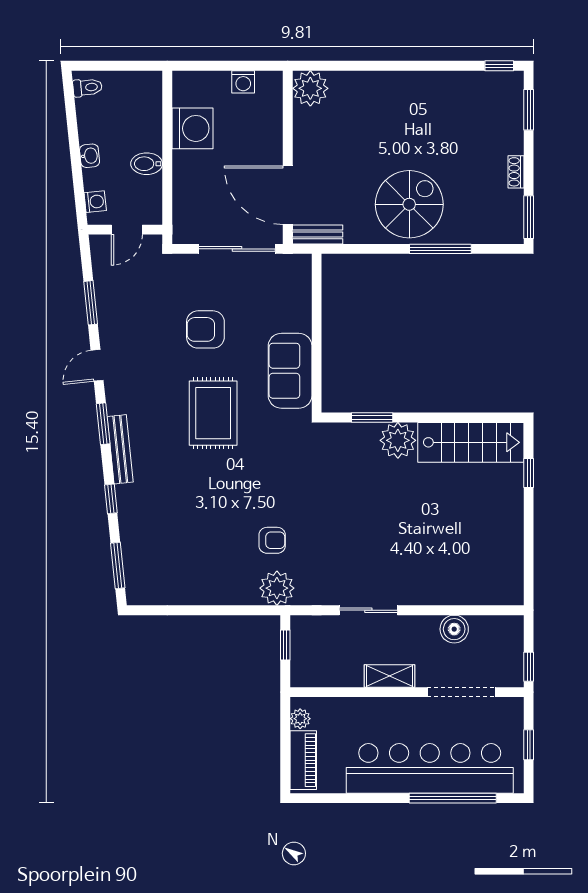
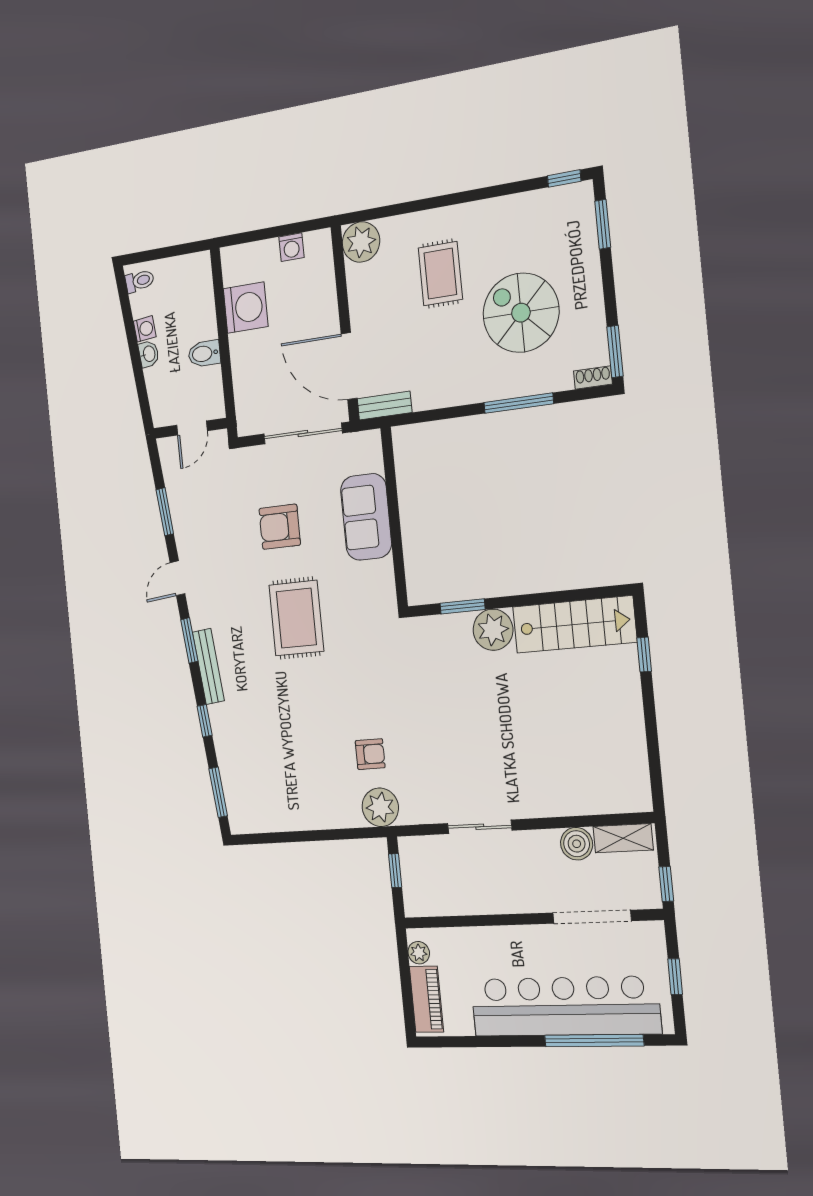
rug: (381, 128) -> (440, 274), added
shoe rack: (516, 172) -> (593, 377), moved, turned 90
washing machine: (95, 202) -> (145, 329), moved
spiral stairs: (409, 204) -> (521, 313), moved, turned -90
sofa: (290, 371) -> (366, 517), moved
shelving: (390, 676) -> (623, 838), moved

